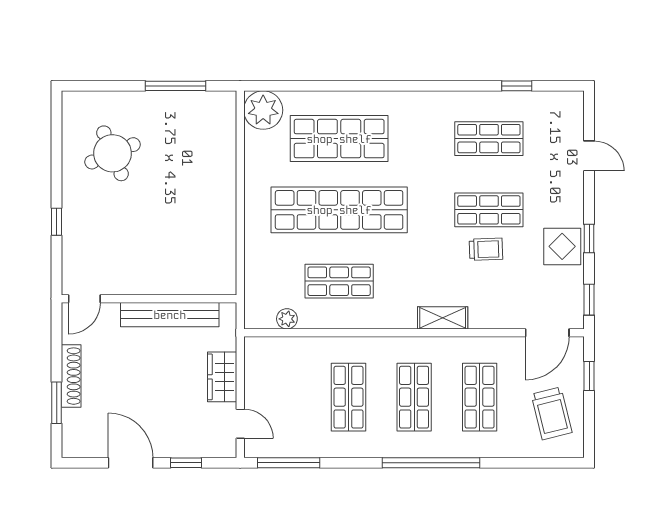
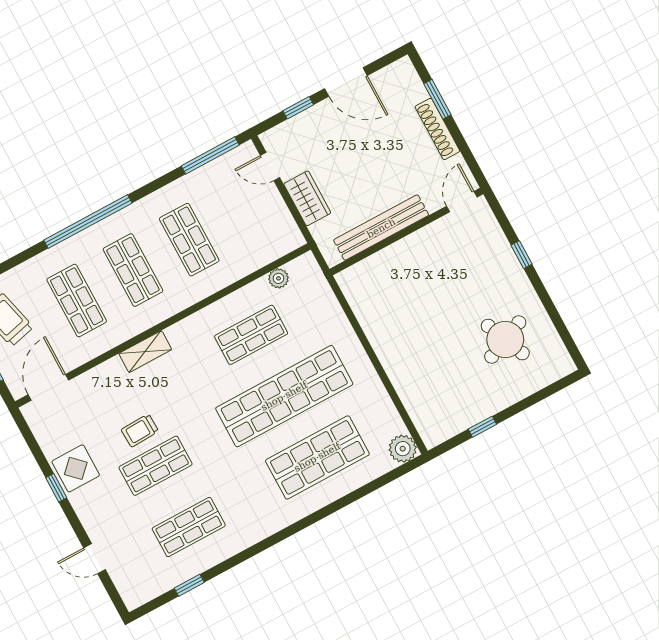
window: (176, 86) -> (482, 427), width x0.46
plant: (263, 110) -> (403, 449), width x0.73, depth x0.73
window: (589, 300) -> (28, 435), removed

